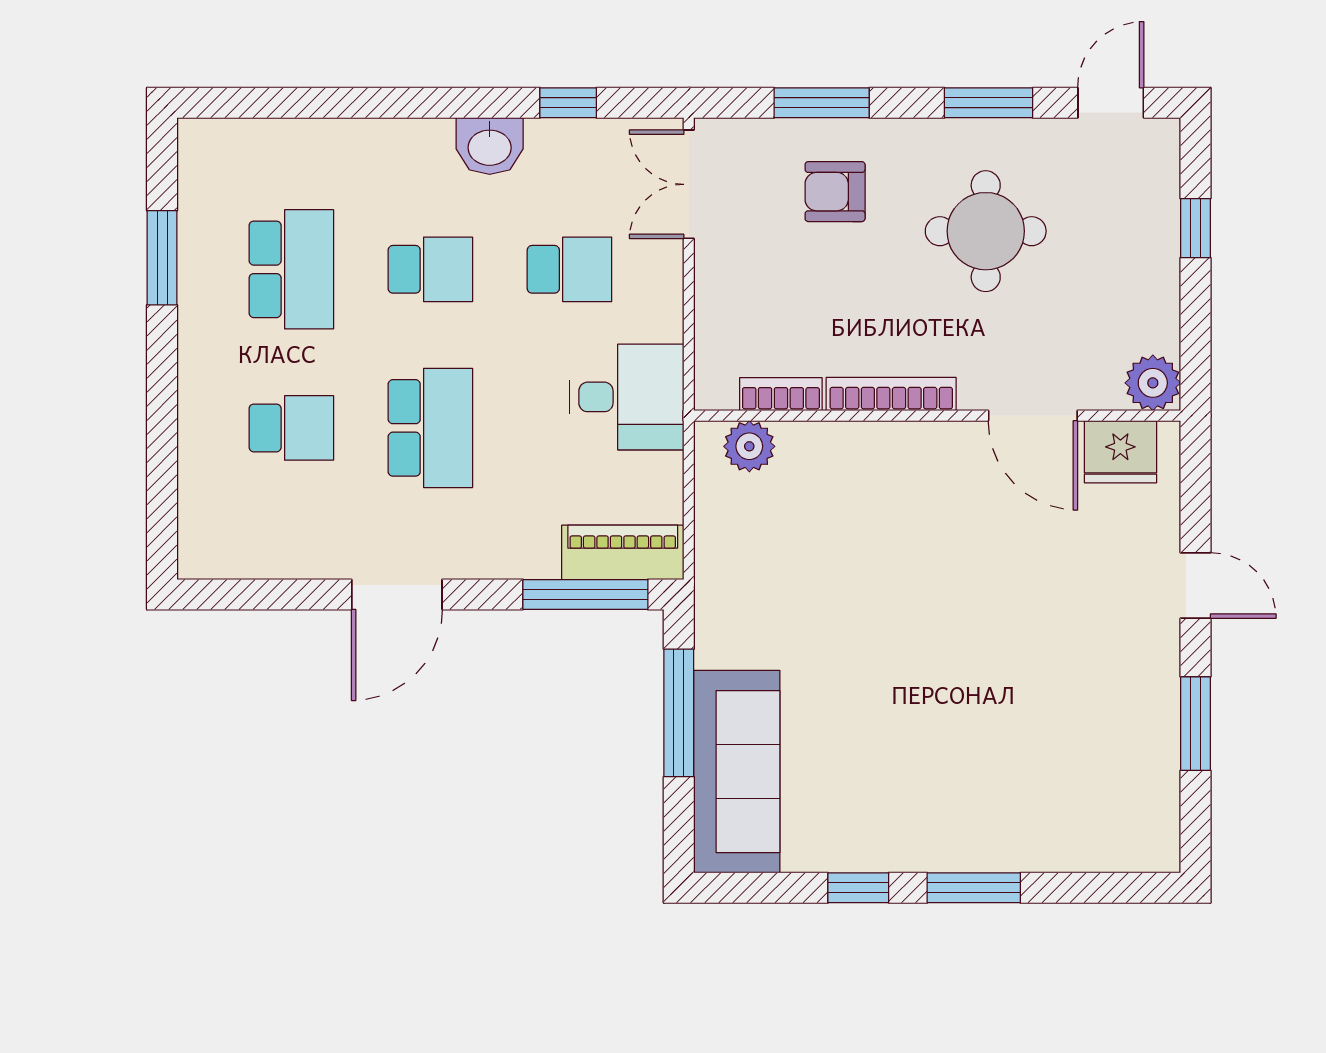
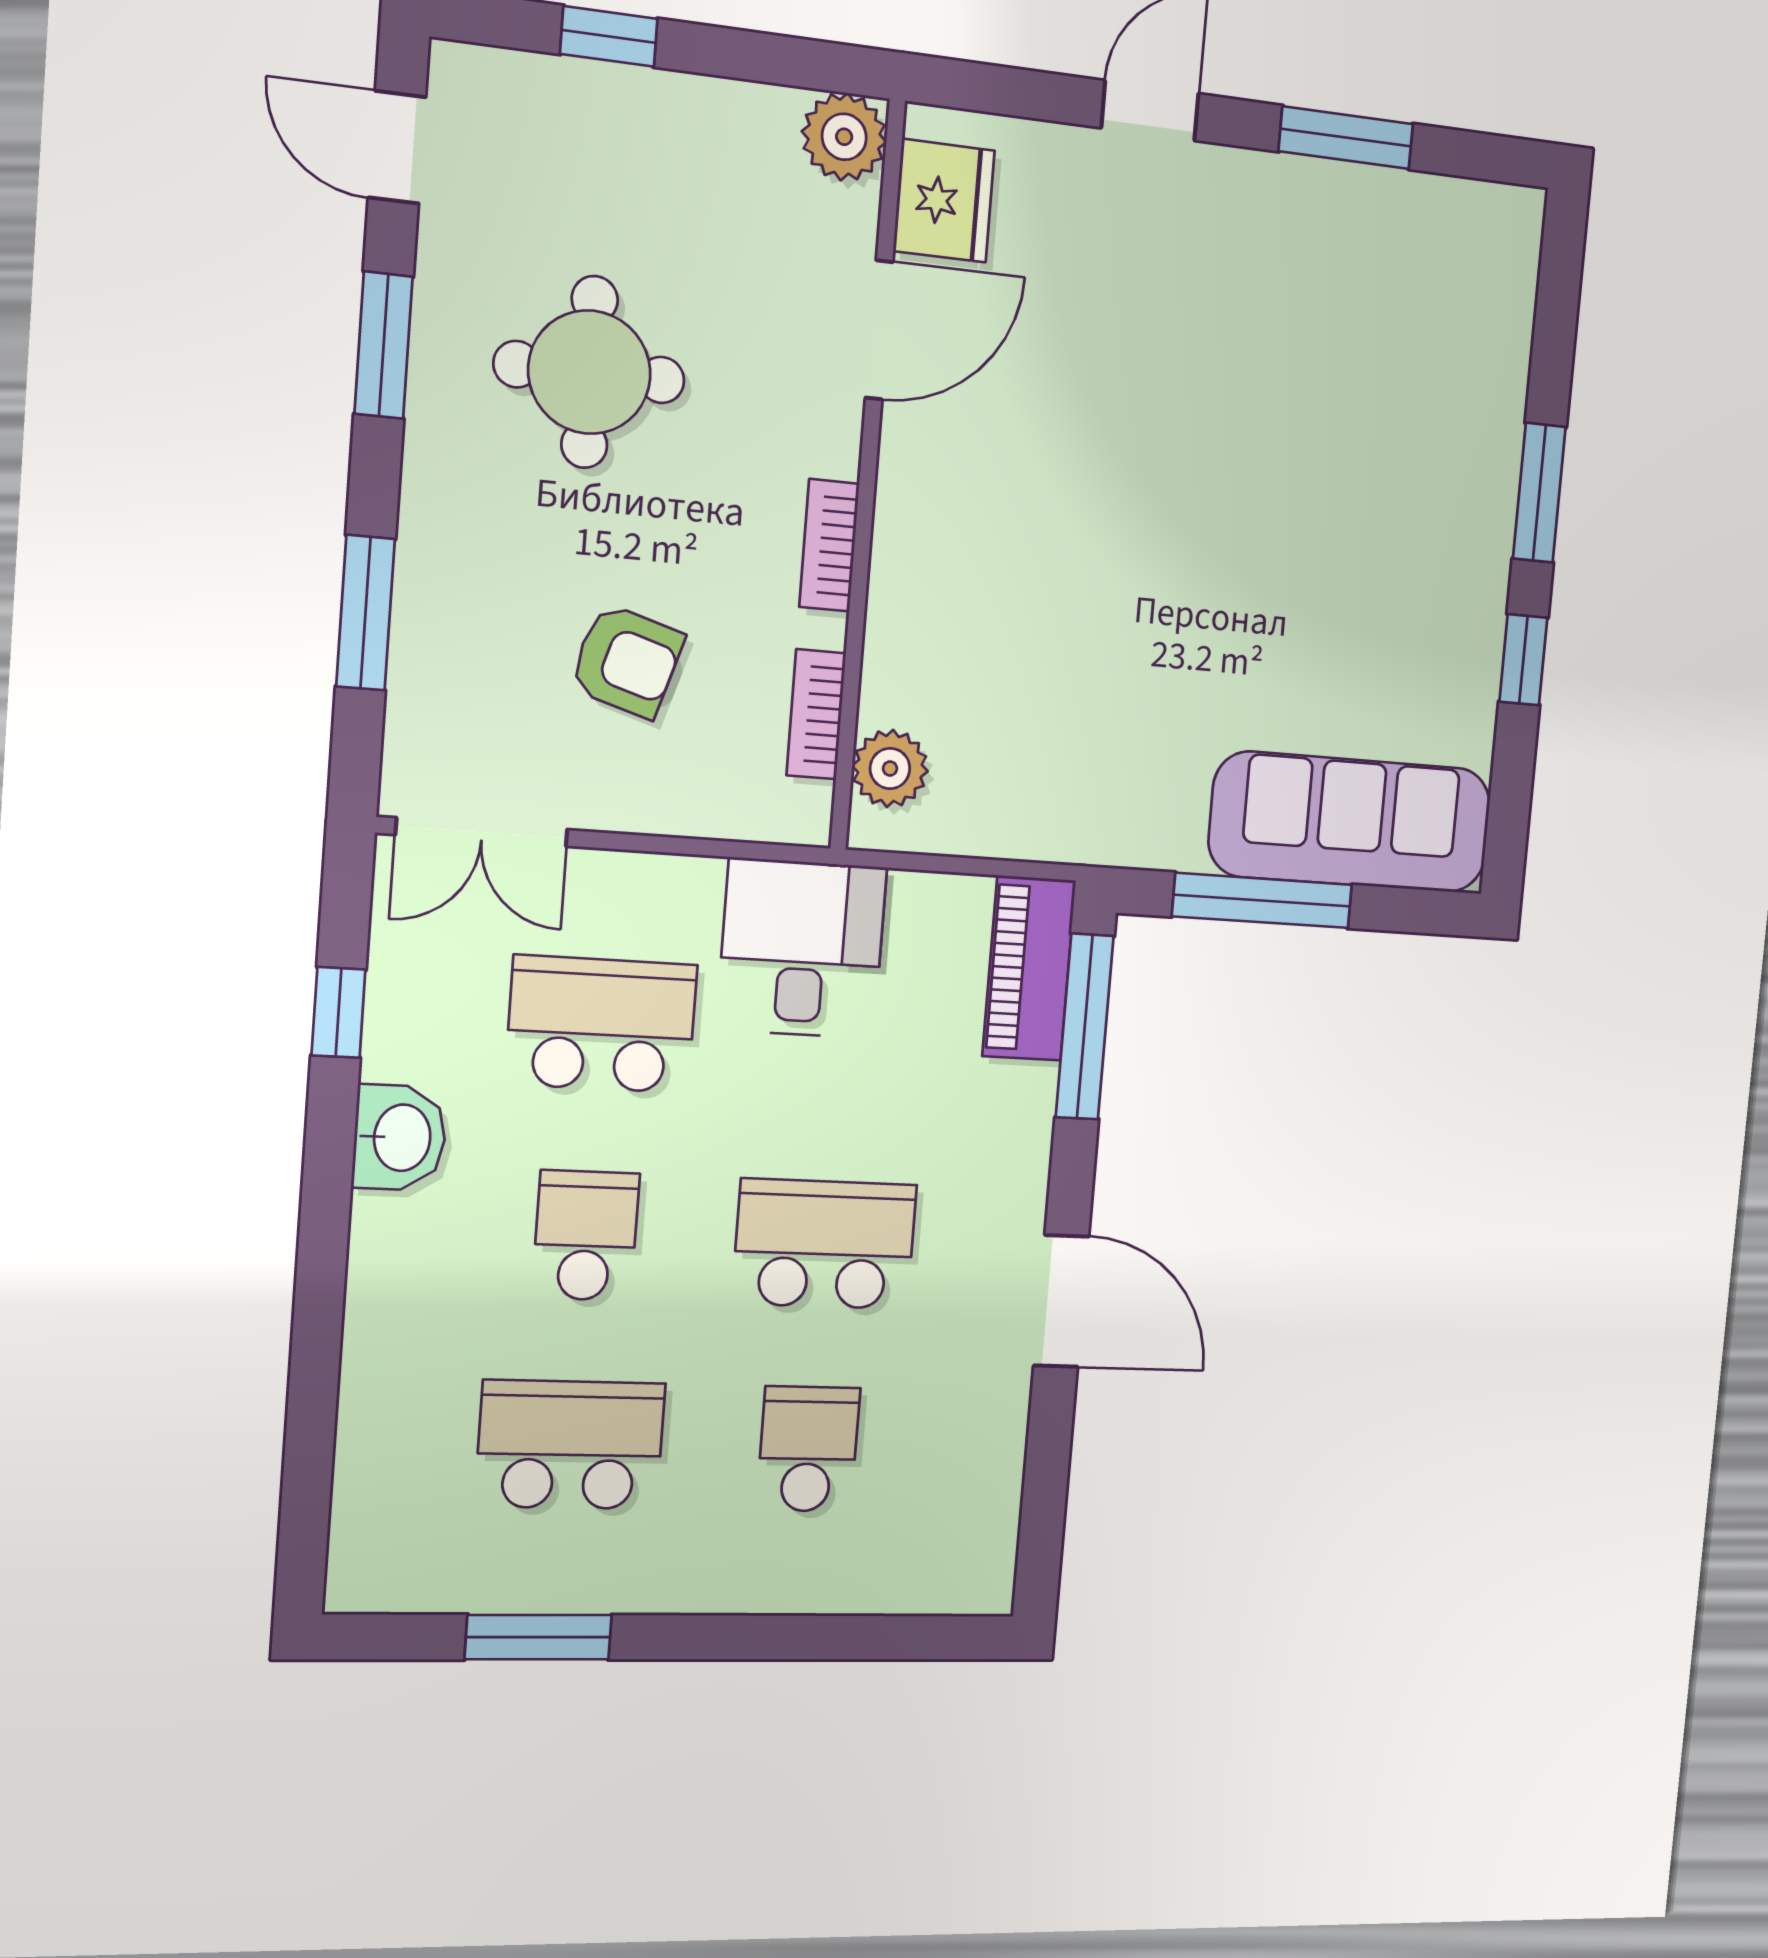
armchair: (835, 192) -> (627, 661), moved, turned -73
school desk: (569, 269) -> (601, 1024), width x1.85
bookcase: (891, 394) -> (829, 545), width x0.64

